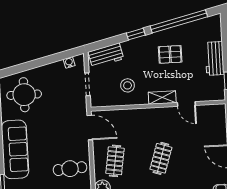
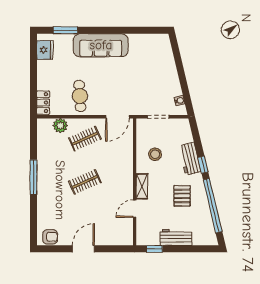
workbench: (106, 55) -> (190, 159), moved
round table: (24, 95) -> (152, 57), removed
clothes rail: (161, 158) -> (85, 182), turned -42
clothes rail: (115, 161) -> (85, 139), turned -33

